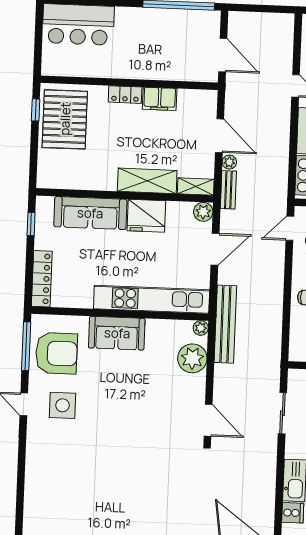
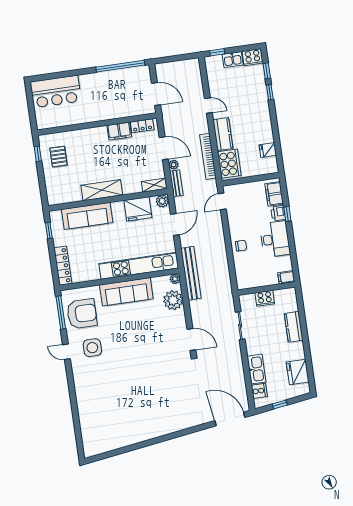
locker: (125, 95) -> (142, 126), moved
pallet: (65, 119) -> (58, 157), width x0.49, depth x0.50
bookcase: (281, 159) -> (208, 156), added
shelving: (147, 181) -> (102, 190), moved
fridge: (146, 216) -> (138, 209), moved
sofa: (117, 333) -> (126, 292), width x1.36

